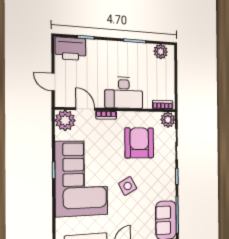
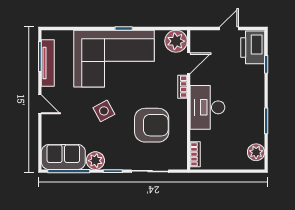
door: (53, 82) -> (229, 29), moved
plant: (168, 120) -> (95, 161), moved

